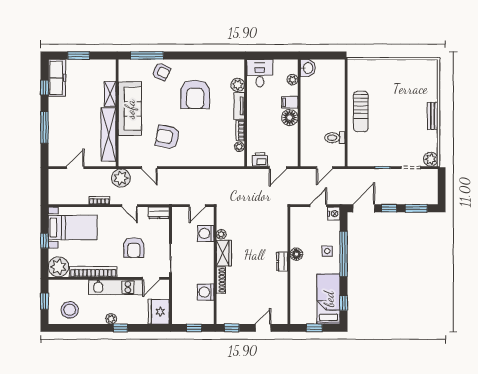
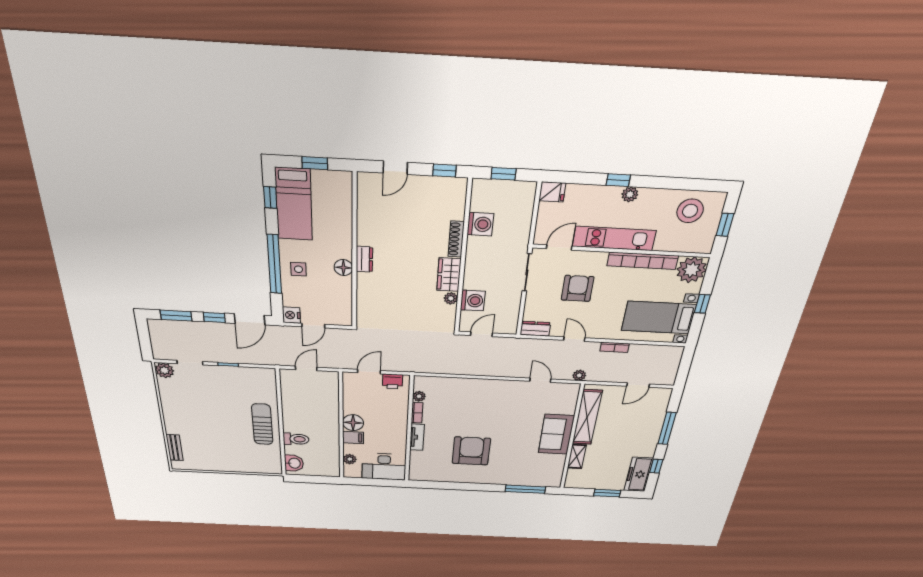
washbasin: (308, 68) -> (294, 463), moved, turned 180
armchair: (161, 72) -> (510, 474), removed
desk: (260, 73) -> (384, 467), width x1.37
plant: (238, 85) -> (418, 457), removed
sofa: (130, 109) -> (556, 434), width x0.73
bench: (433, 116) -> (175, 448), moved
armchair: (167, 137) -> (512, 411), removed
toilet: (335, 138) -> (296, 439), moved
plant: (121, 178) -> (579, 375), width x0.53, depth x0.53
fridge: (159, 312) -> (552, 192), width x0.53, depth x0.75

